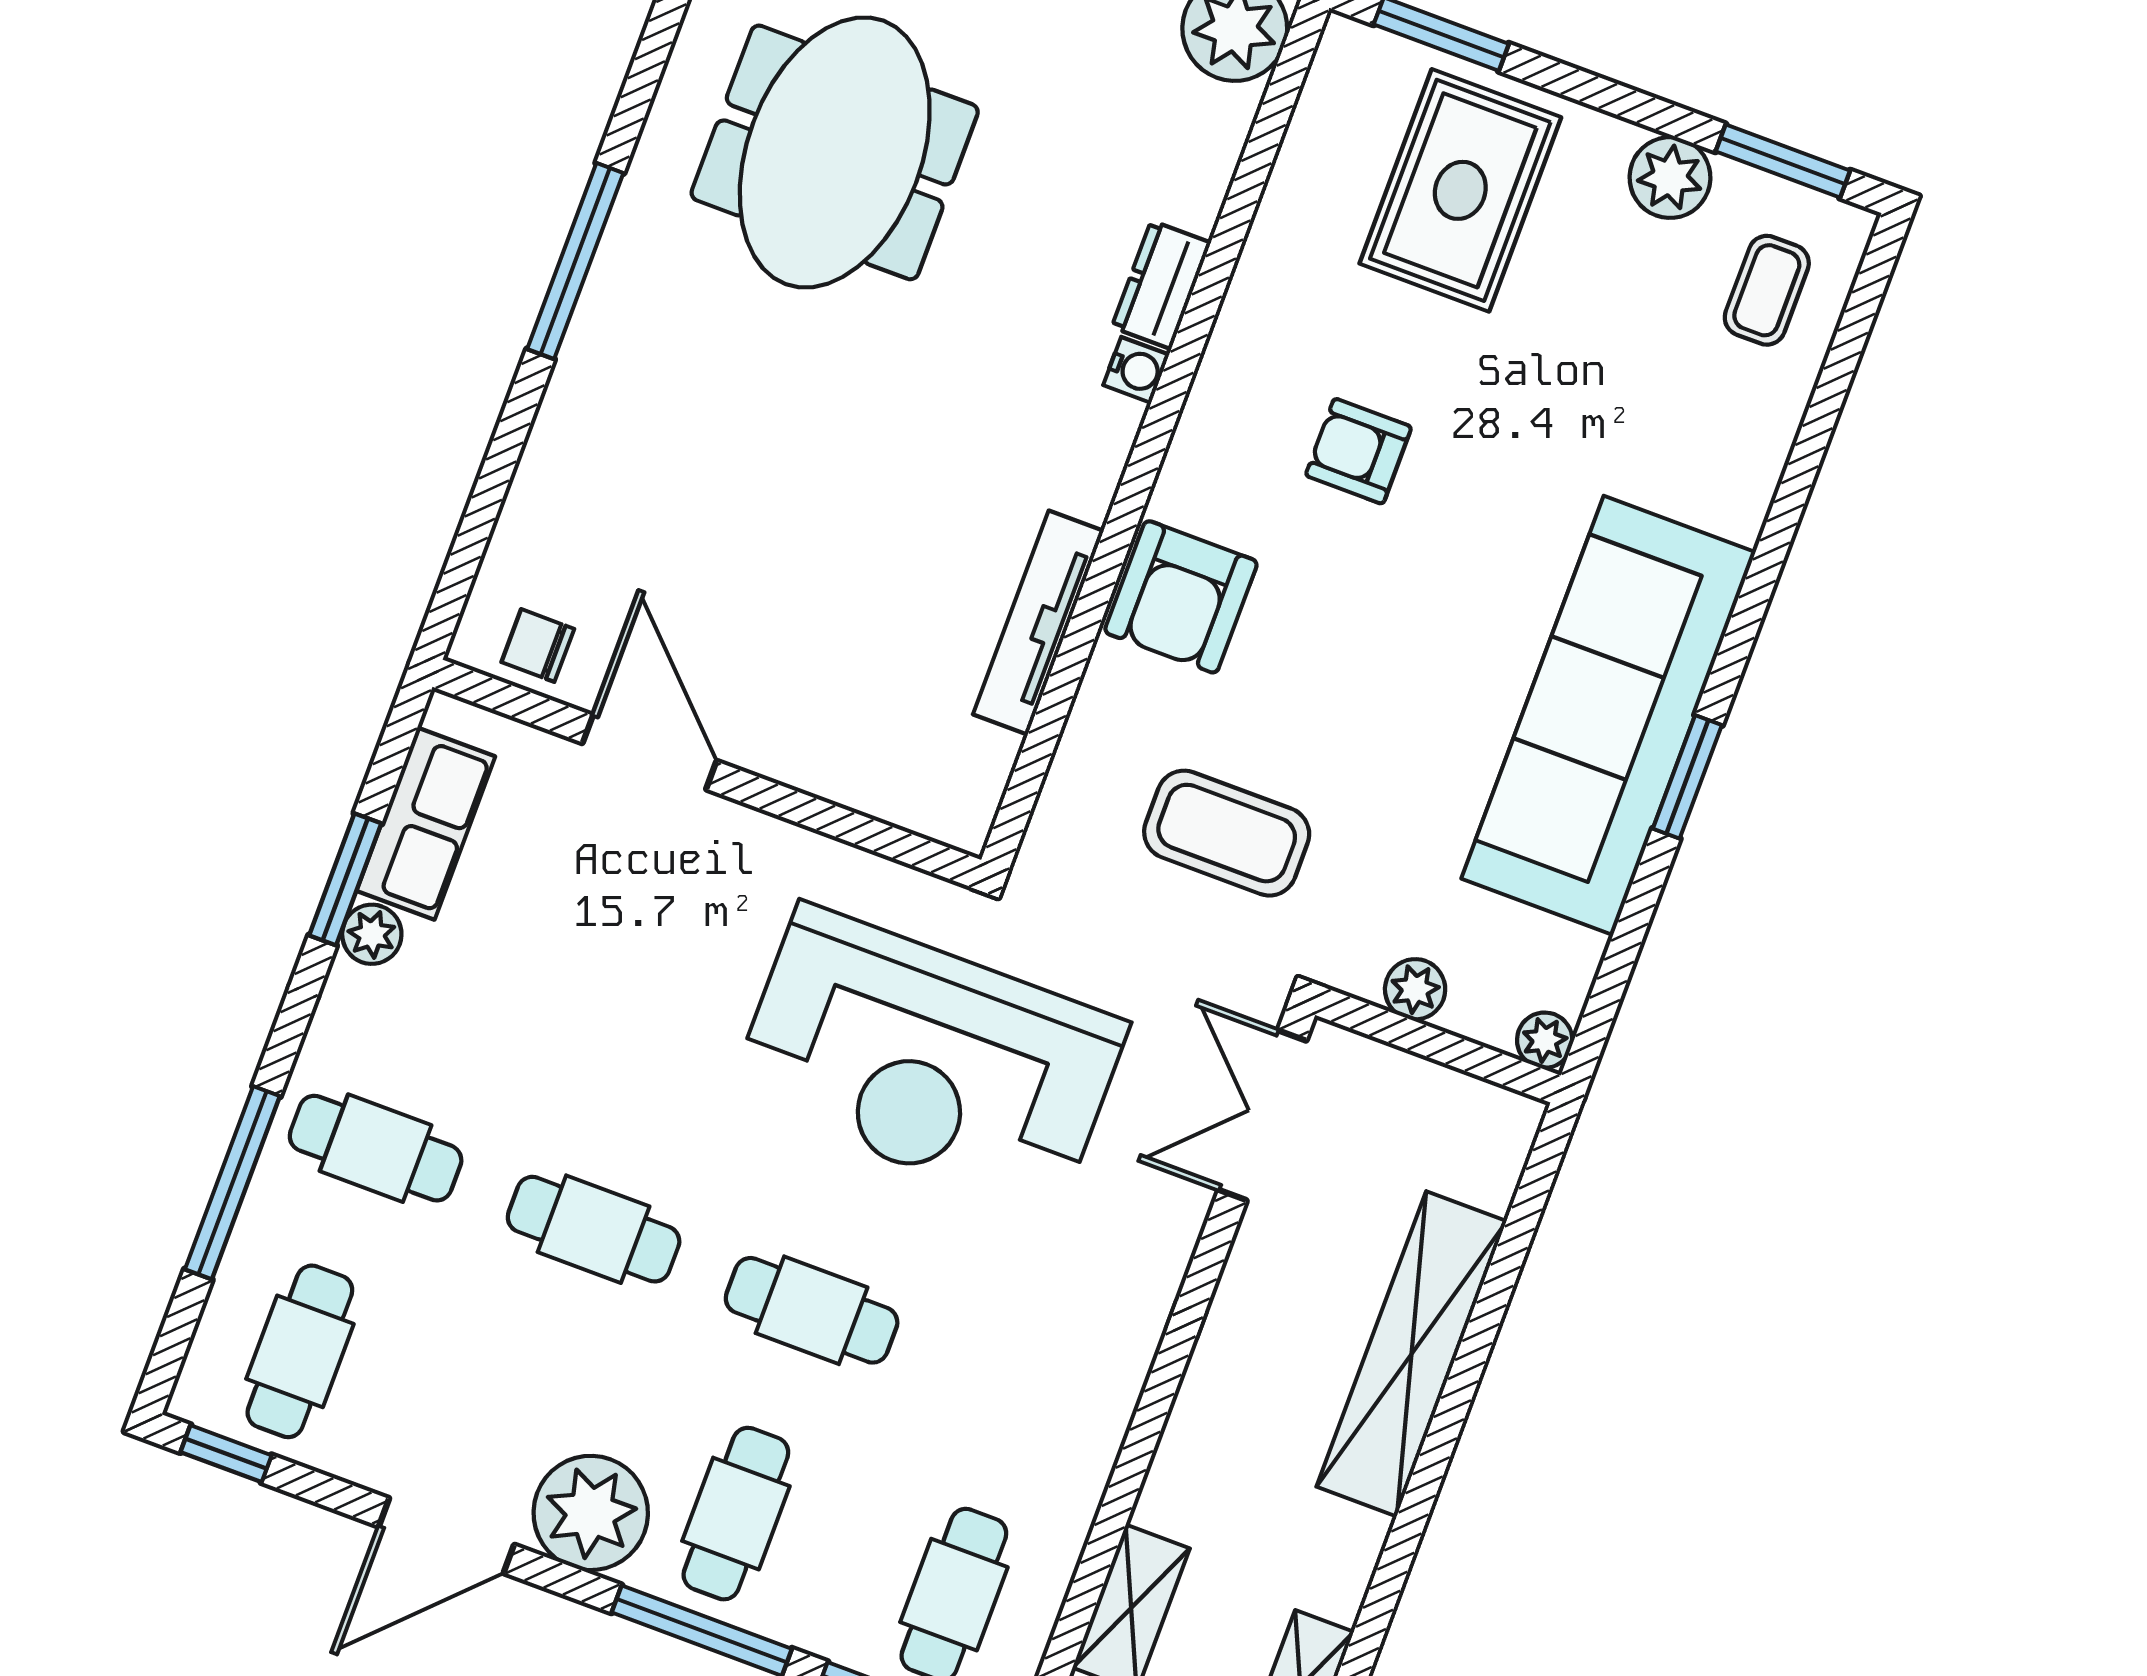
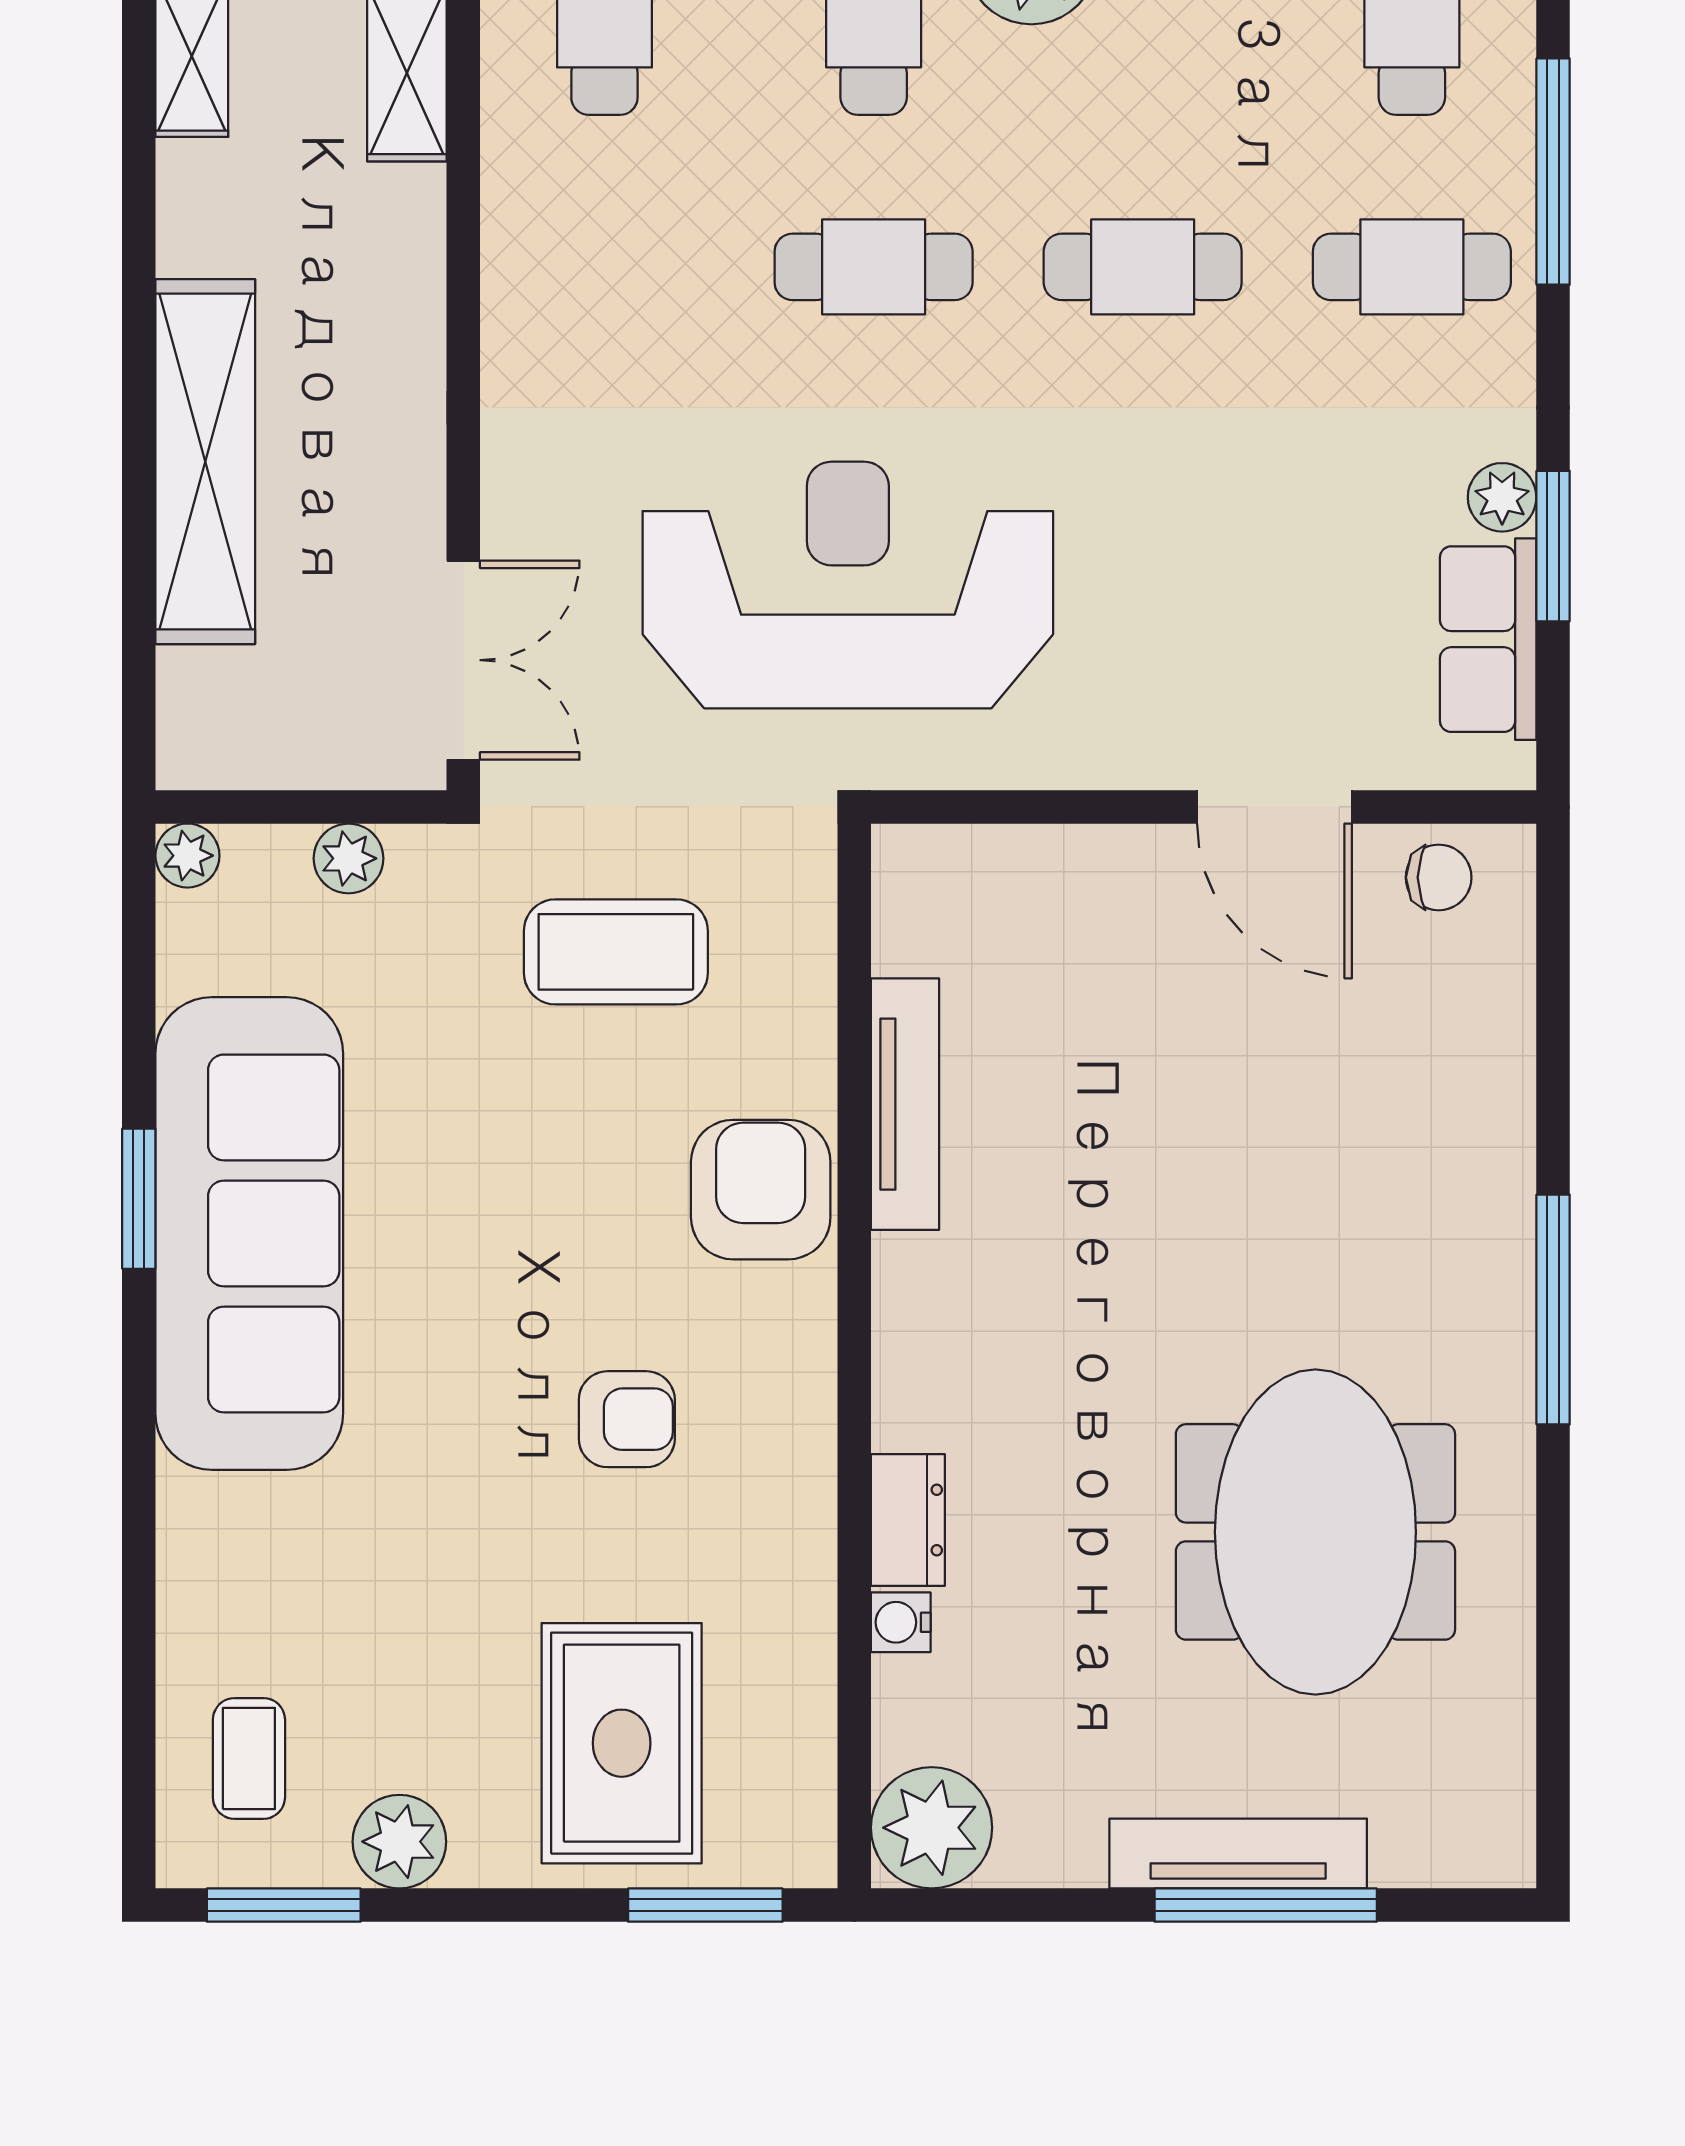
water cooler: (1136, 370) -> (901, 1622), moved

